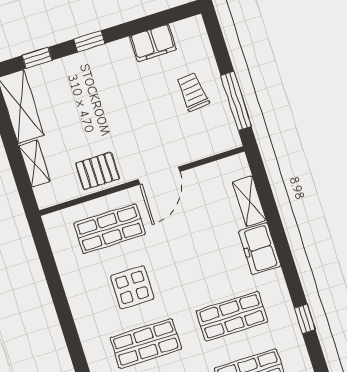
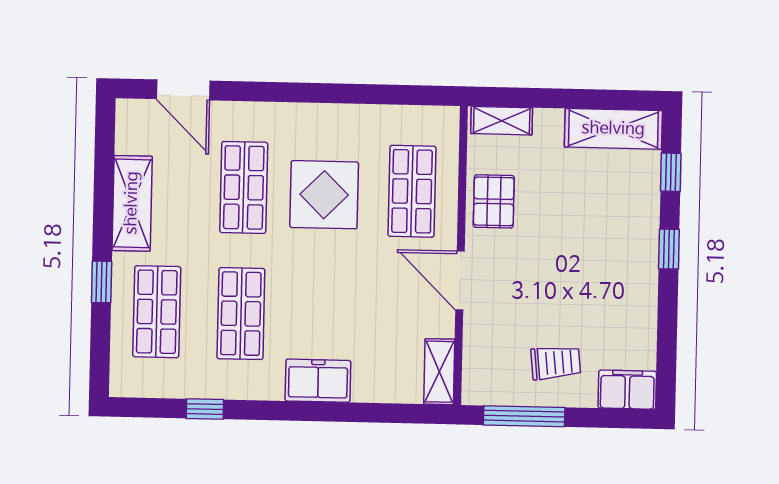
filing cabinet: (153, 43) -> (627, 390), moved, turned 90
shelving: (35, 164) -> (502, 121), moved
shelving: (249, 201) -> (439, 372), moved, turned 90
display table: (132, 287) -> (324, 195), width x1.36, depth x1.36

